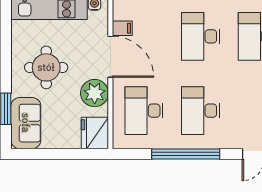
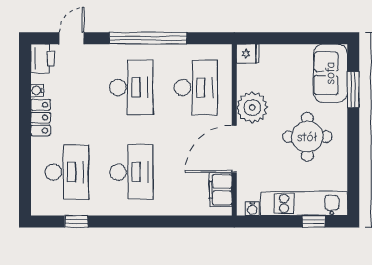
filing cabinet: (122, 28) -> (221, 190), width x2.00
door: (110, 57) -> (234, 149), hinge flipped
fridge: (95, 133) -> (248, 54), width x0.53, depth x0.75

